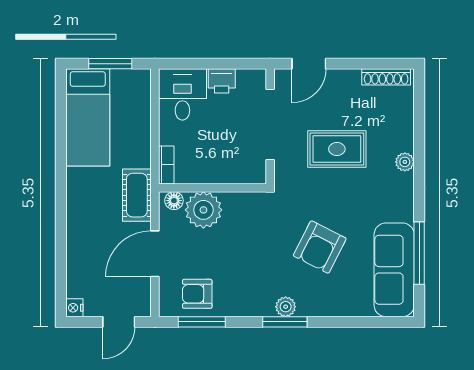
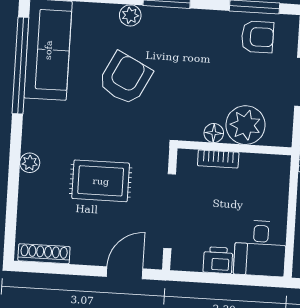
bookcase: (166, 165) -> (218, 159), moved, turned -90
floor lamp: (174, 201) -> (214, 133), moved
window: (419, 253) -> (20, 65), width x1.46
plant: (286, 307) -> (130, 15), moved

